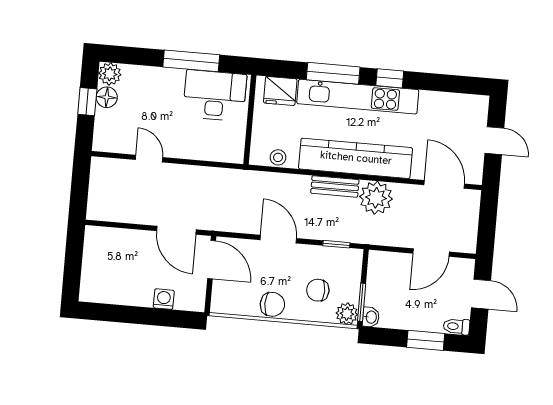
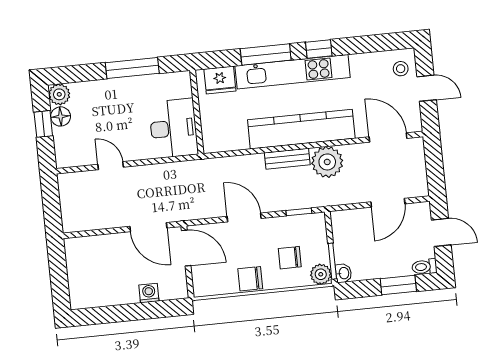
desk: (215, 95) -> (174, 128), moved, turned 90
stool: (278, 157) -> (401, 69), moved
chair: (272, 304) -> (250, 279), turned 180

